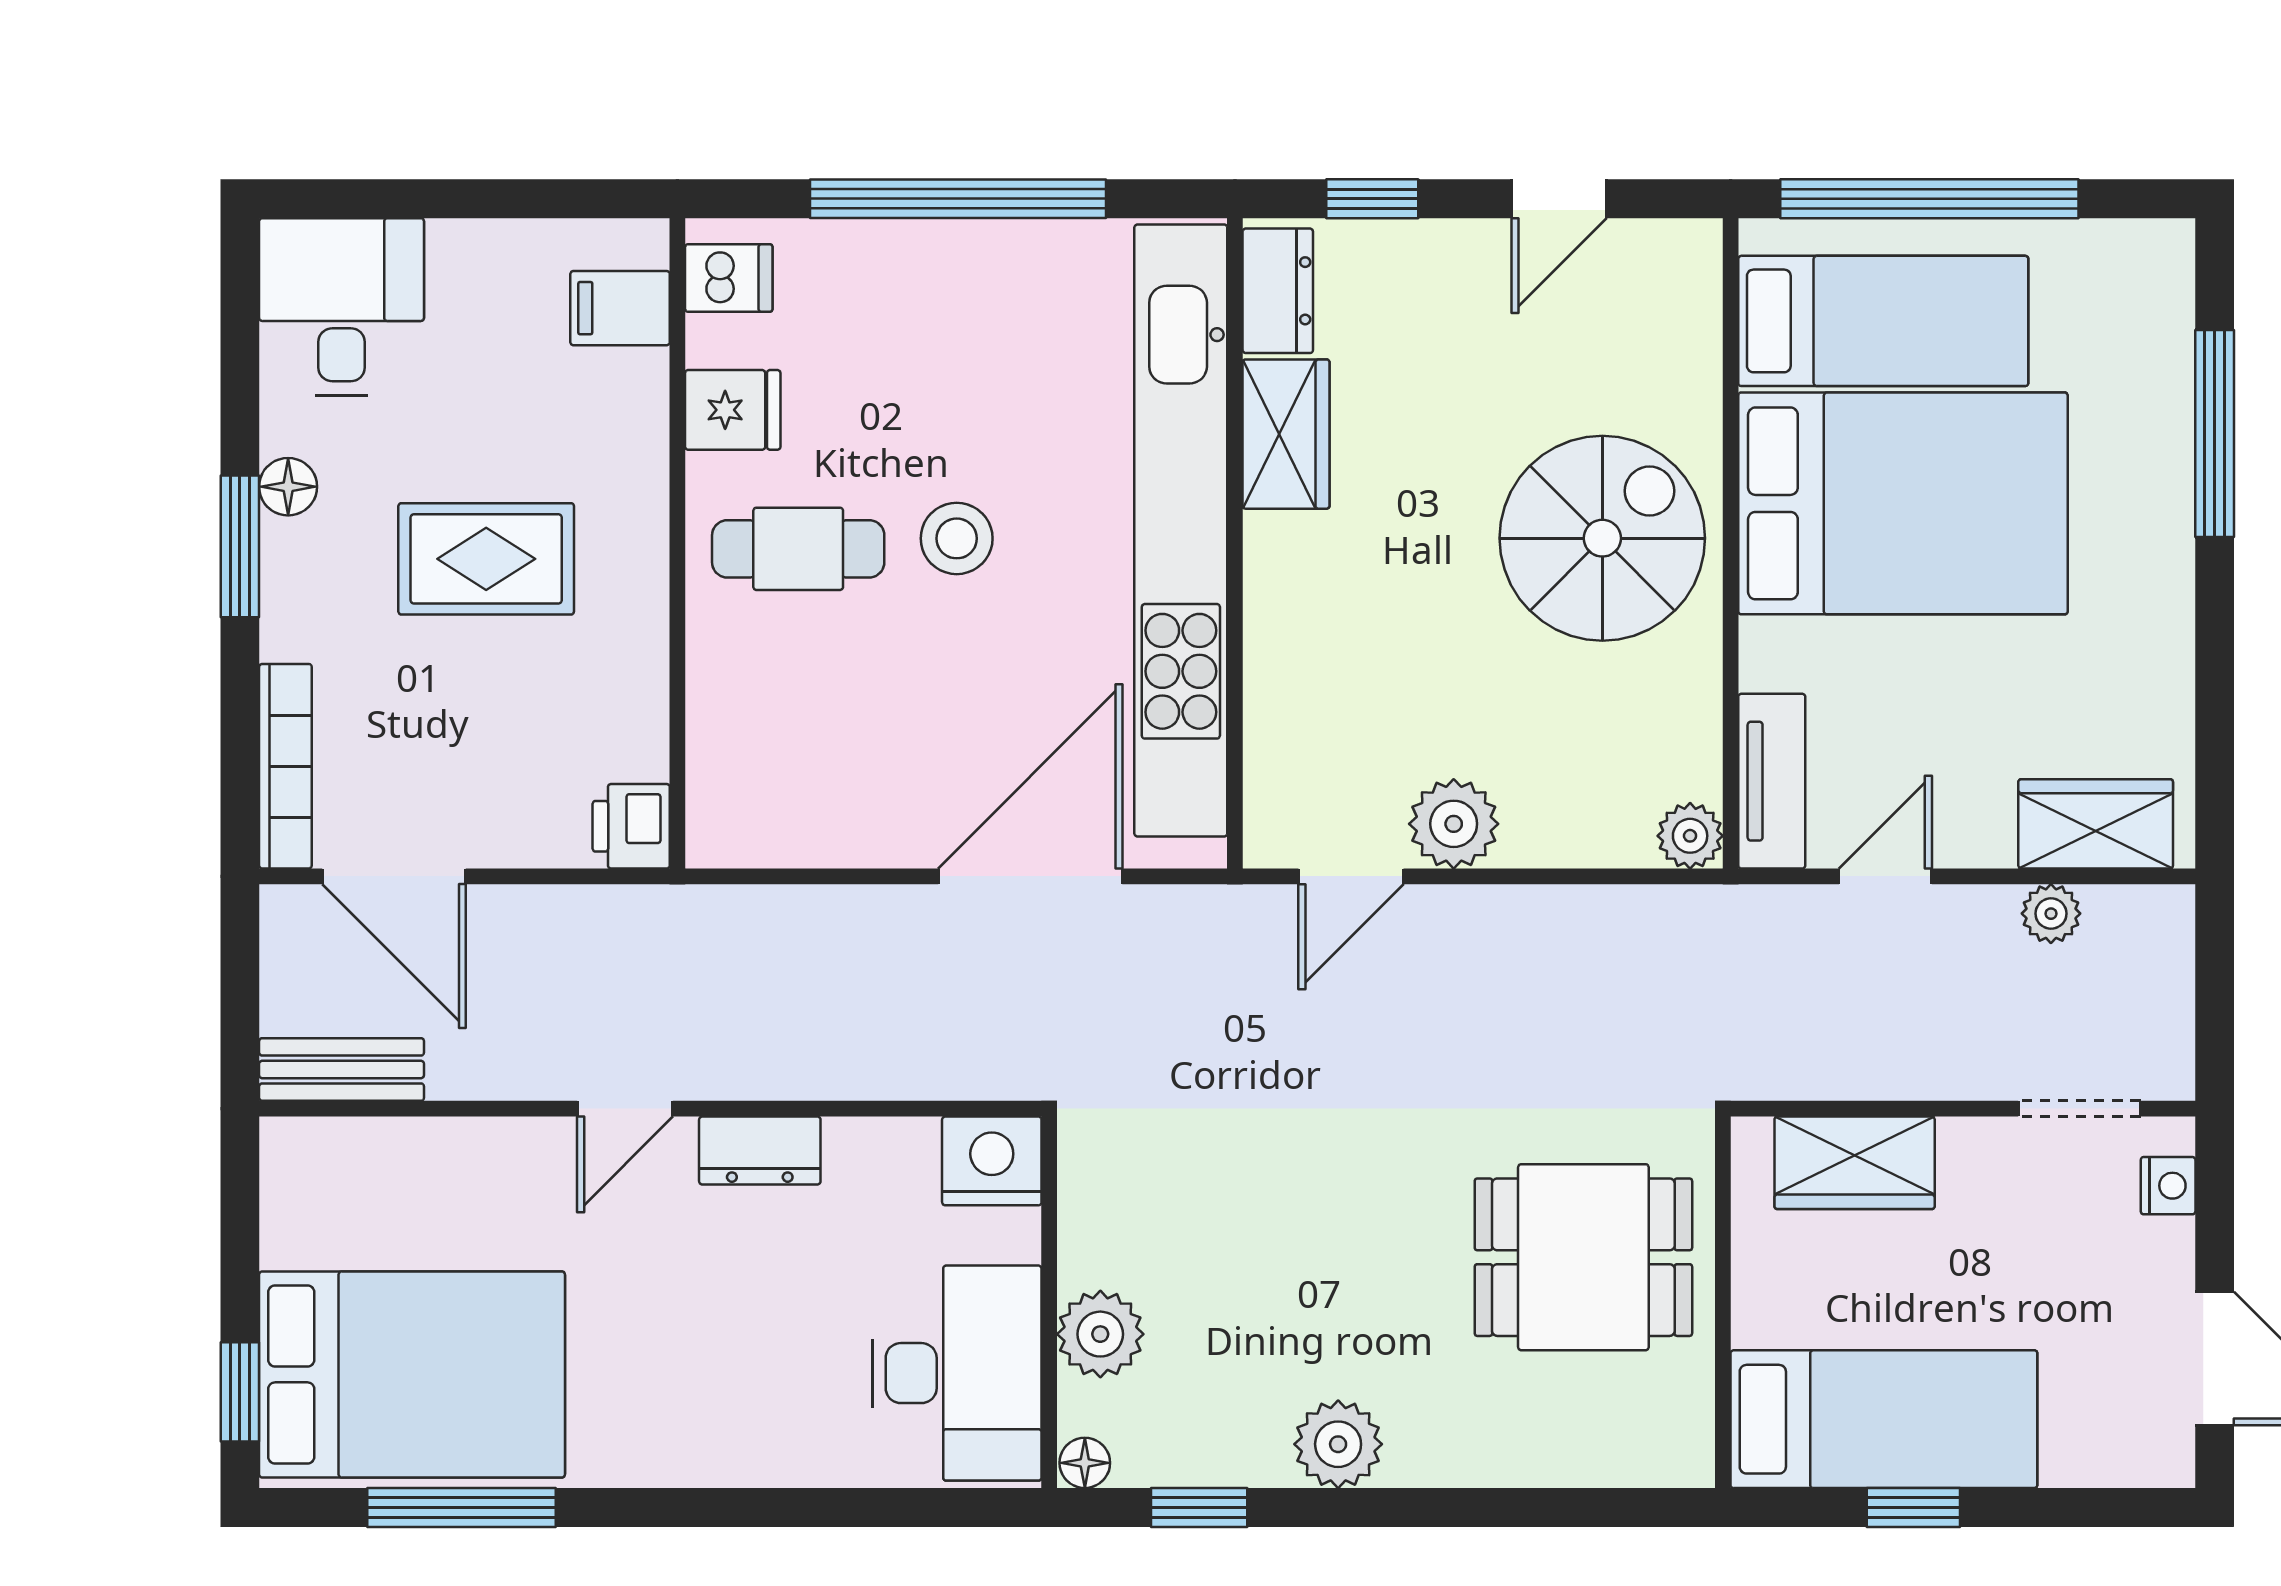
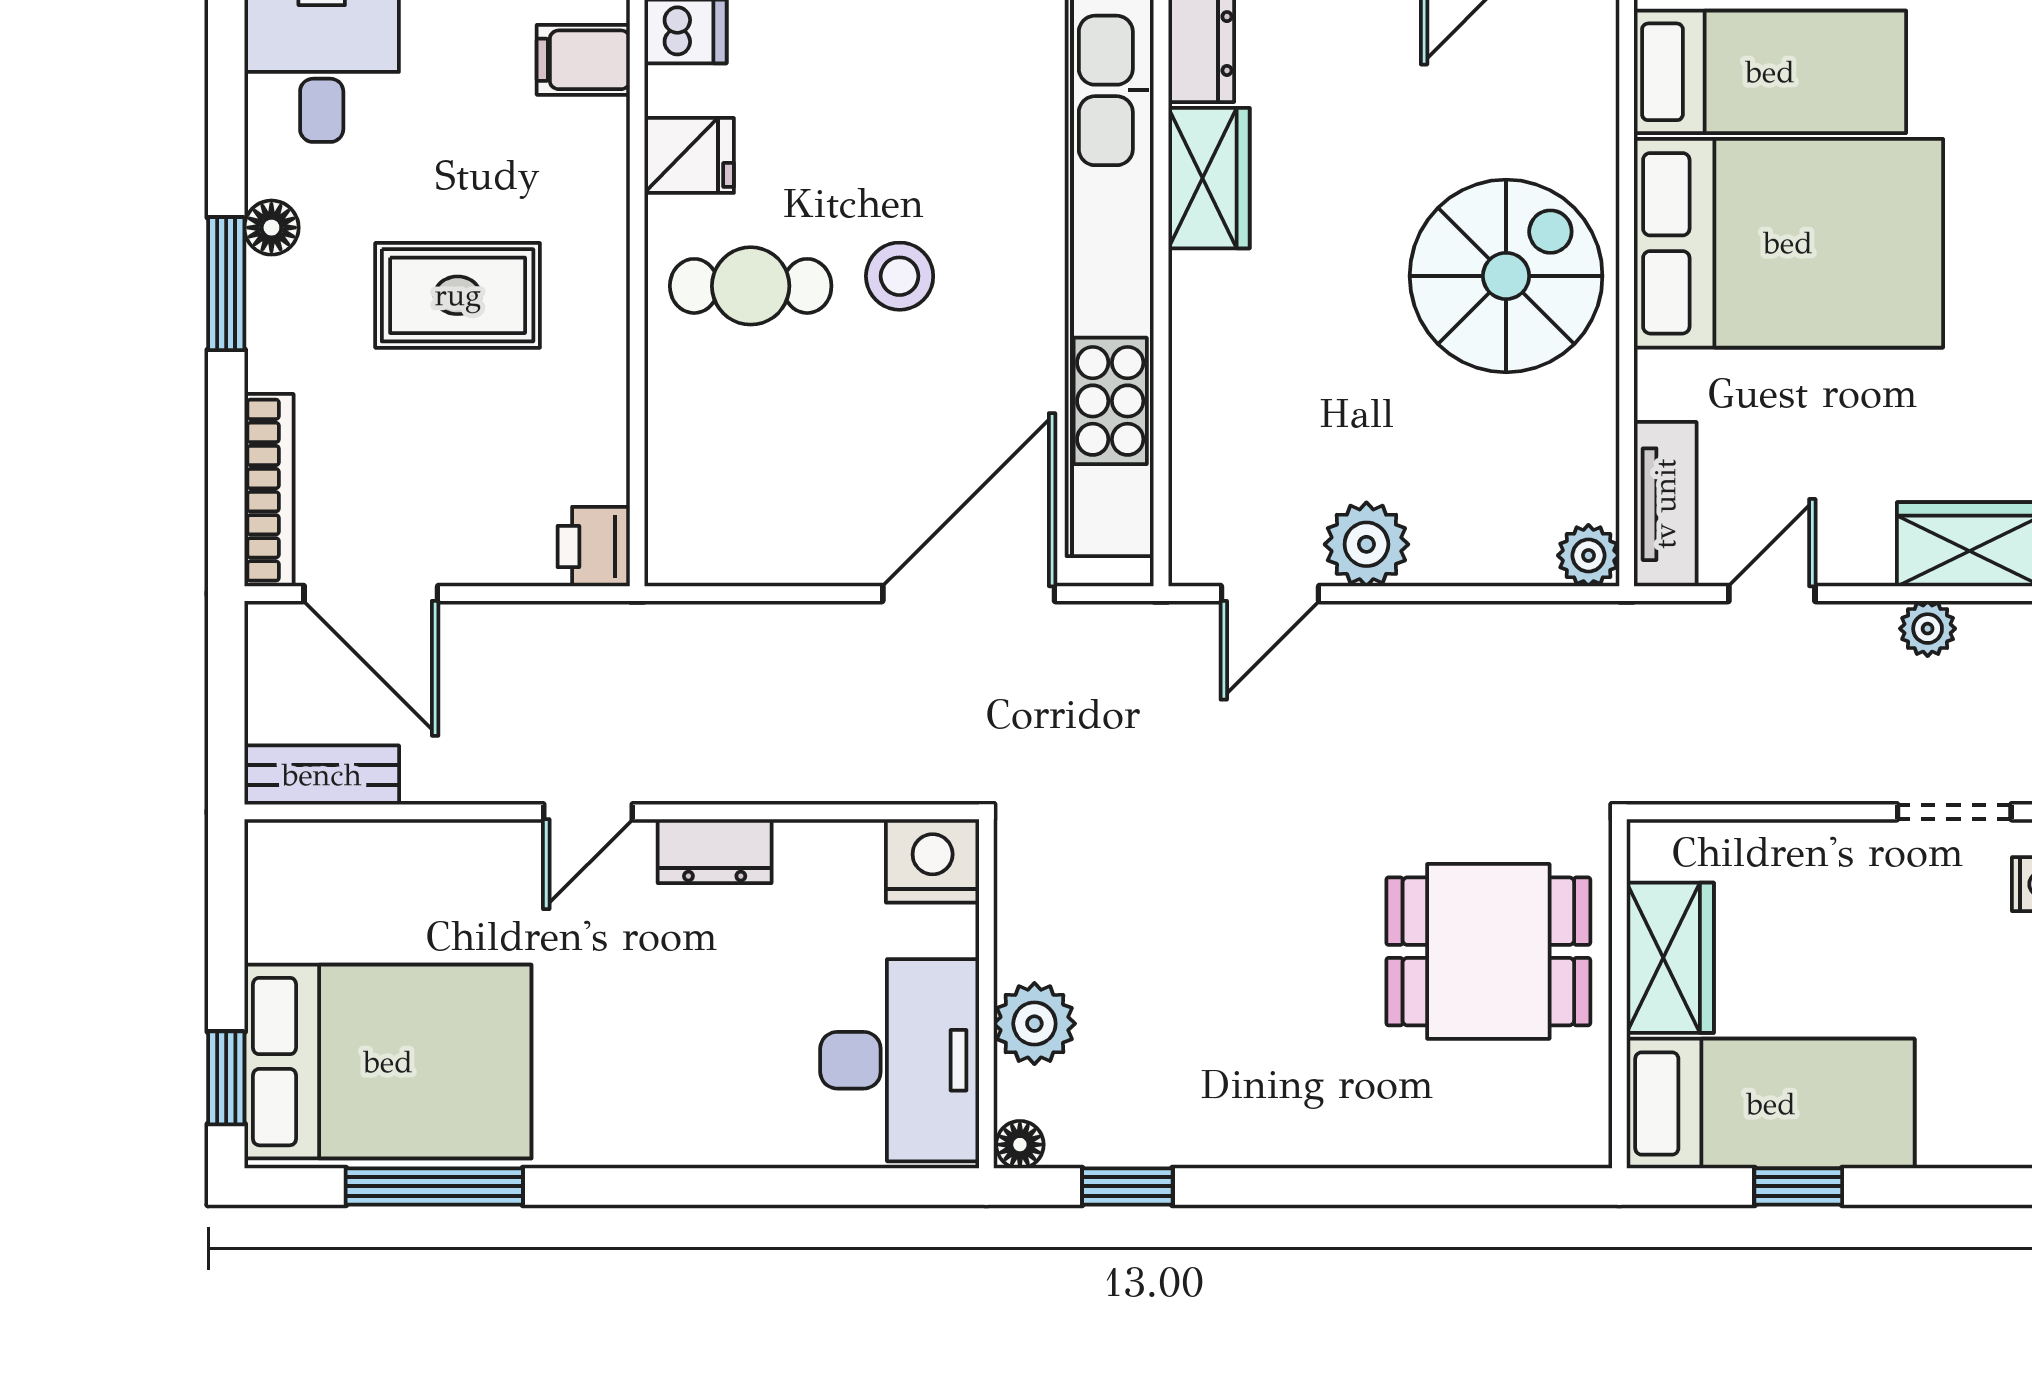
wardrobe: (1855, 1163) -> (1670, 958), moved, turned -90
plant: (1338, 1444) -> (1258, 1127), removed

